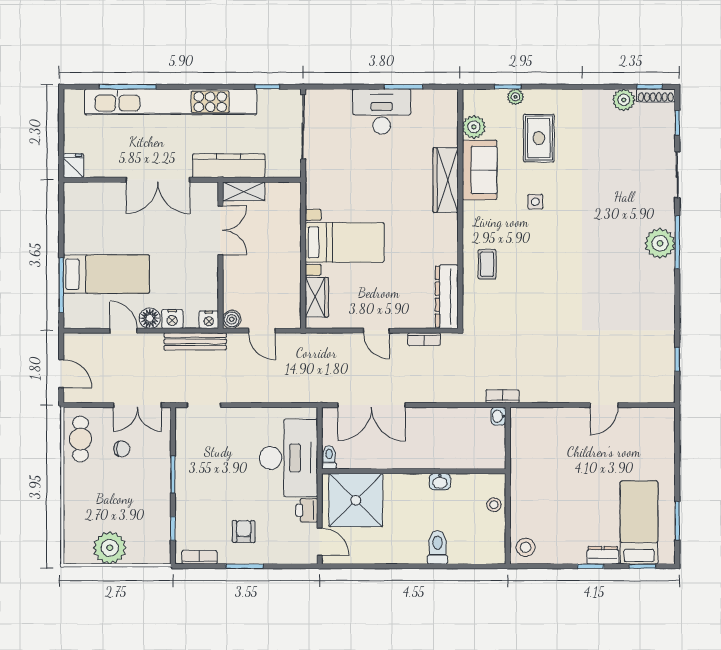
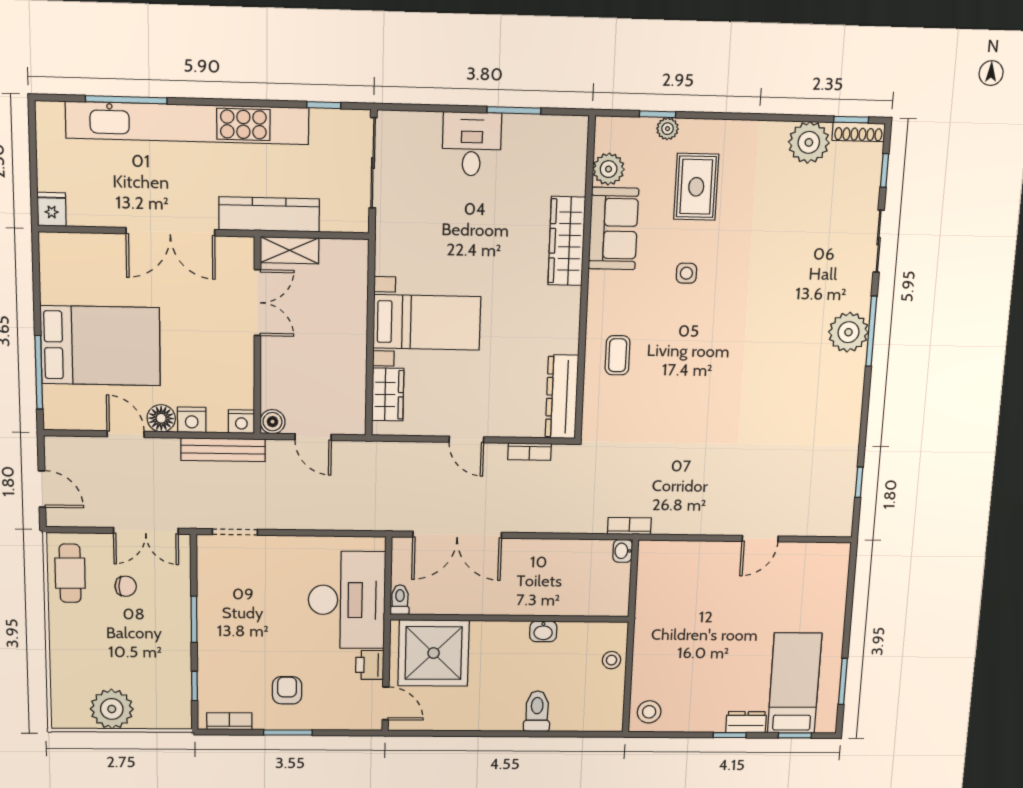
plant: (624, 100) -> (809, 142), width x1.36, depth x1.36
desk: (382, 111) -> (472, 144), width x0.73
bed: (106, 274) -> (100, 346), width x1.50

